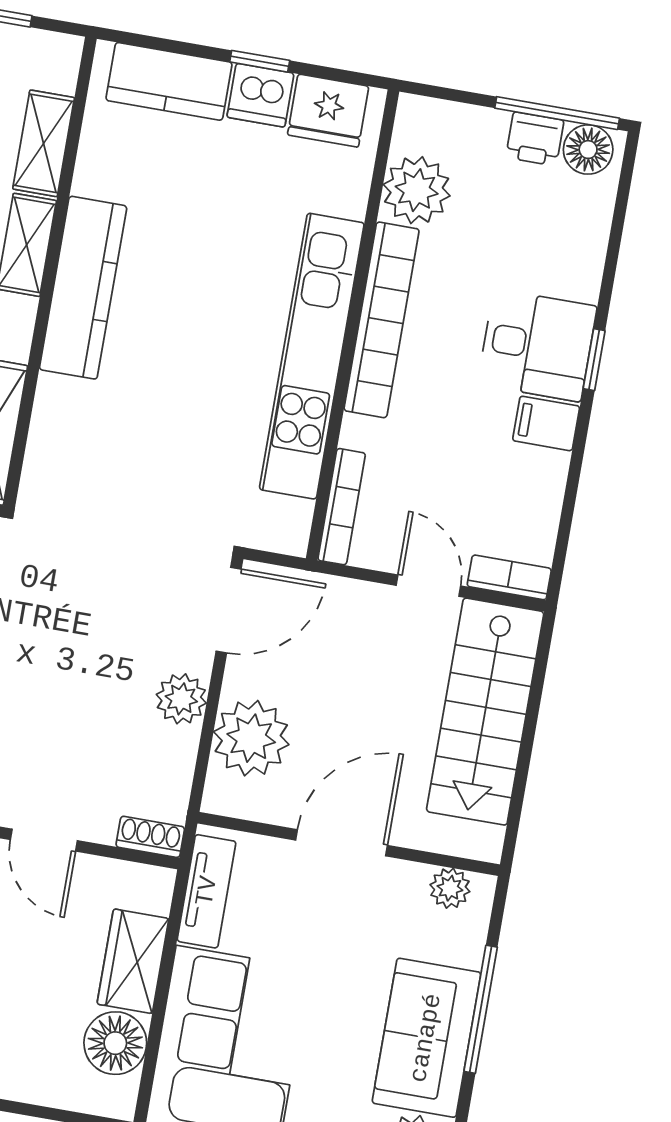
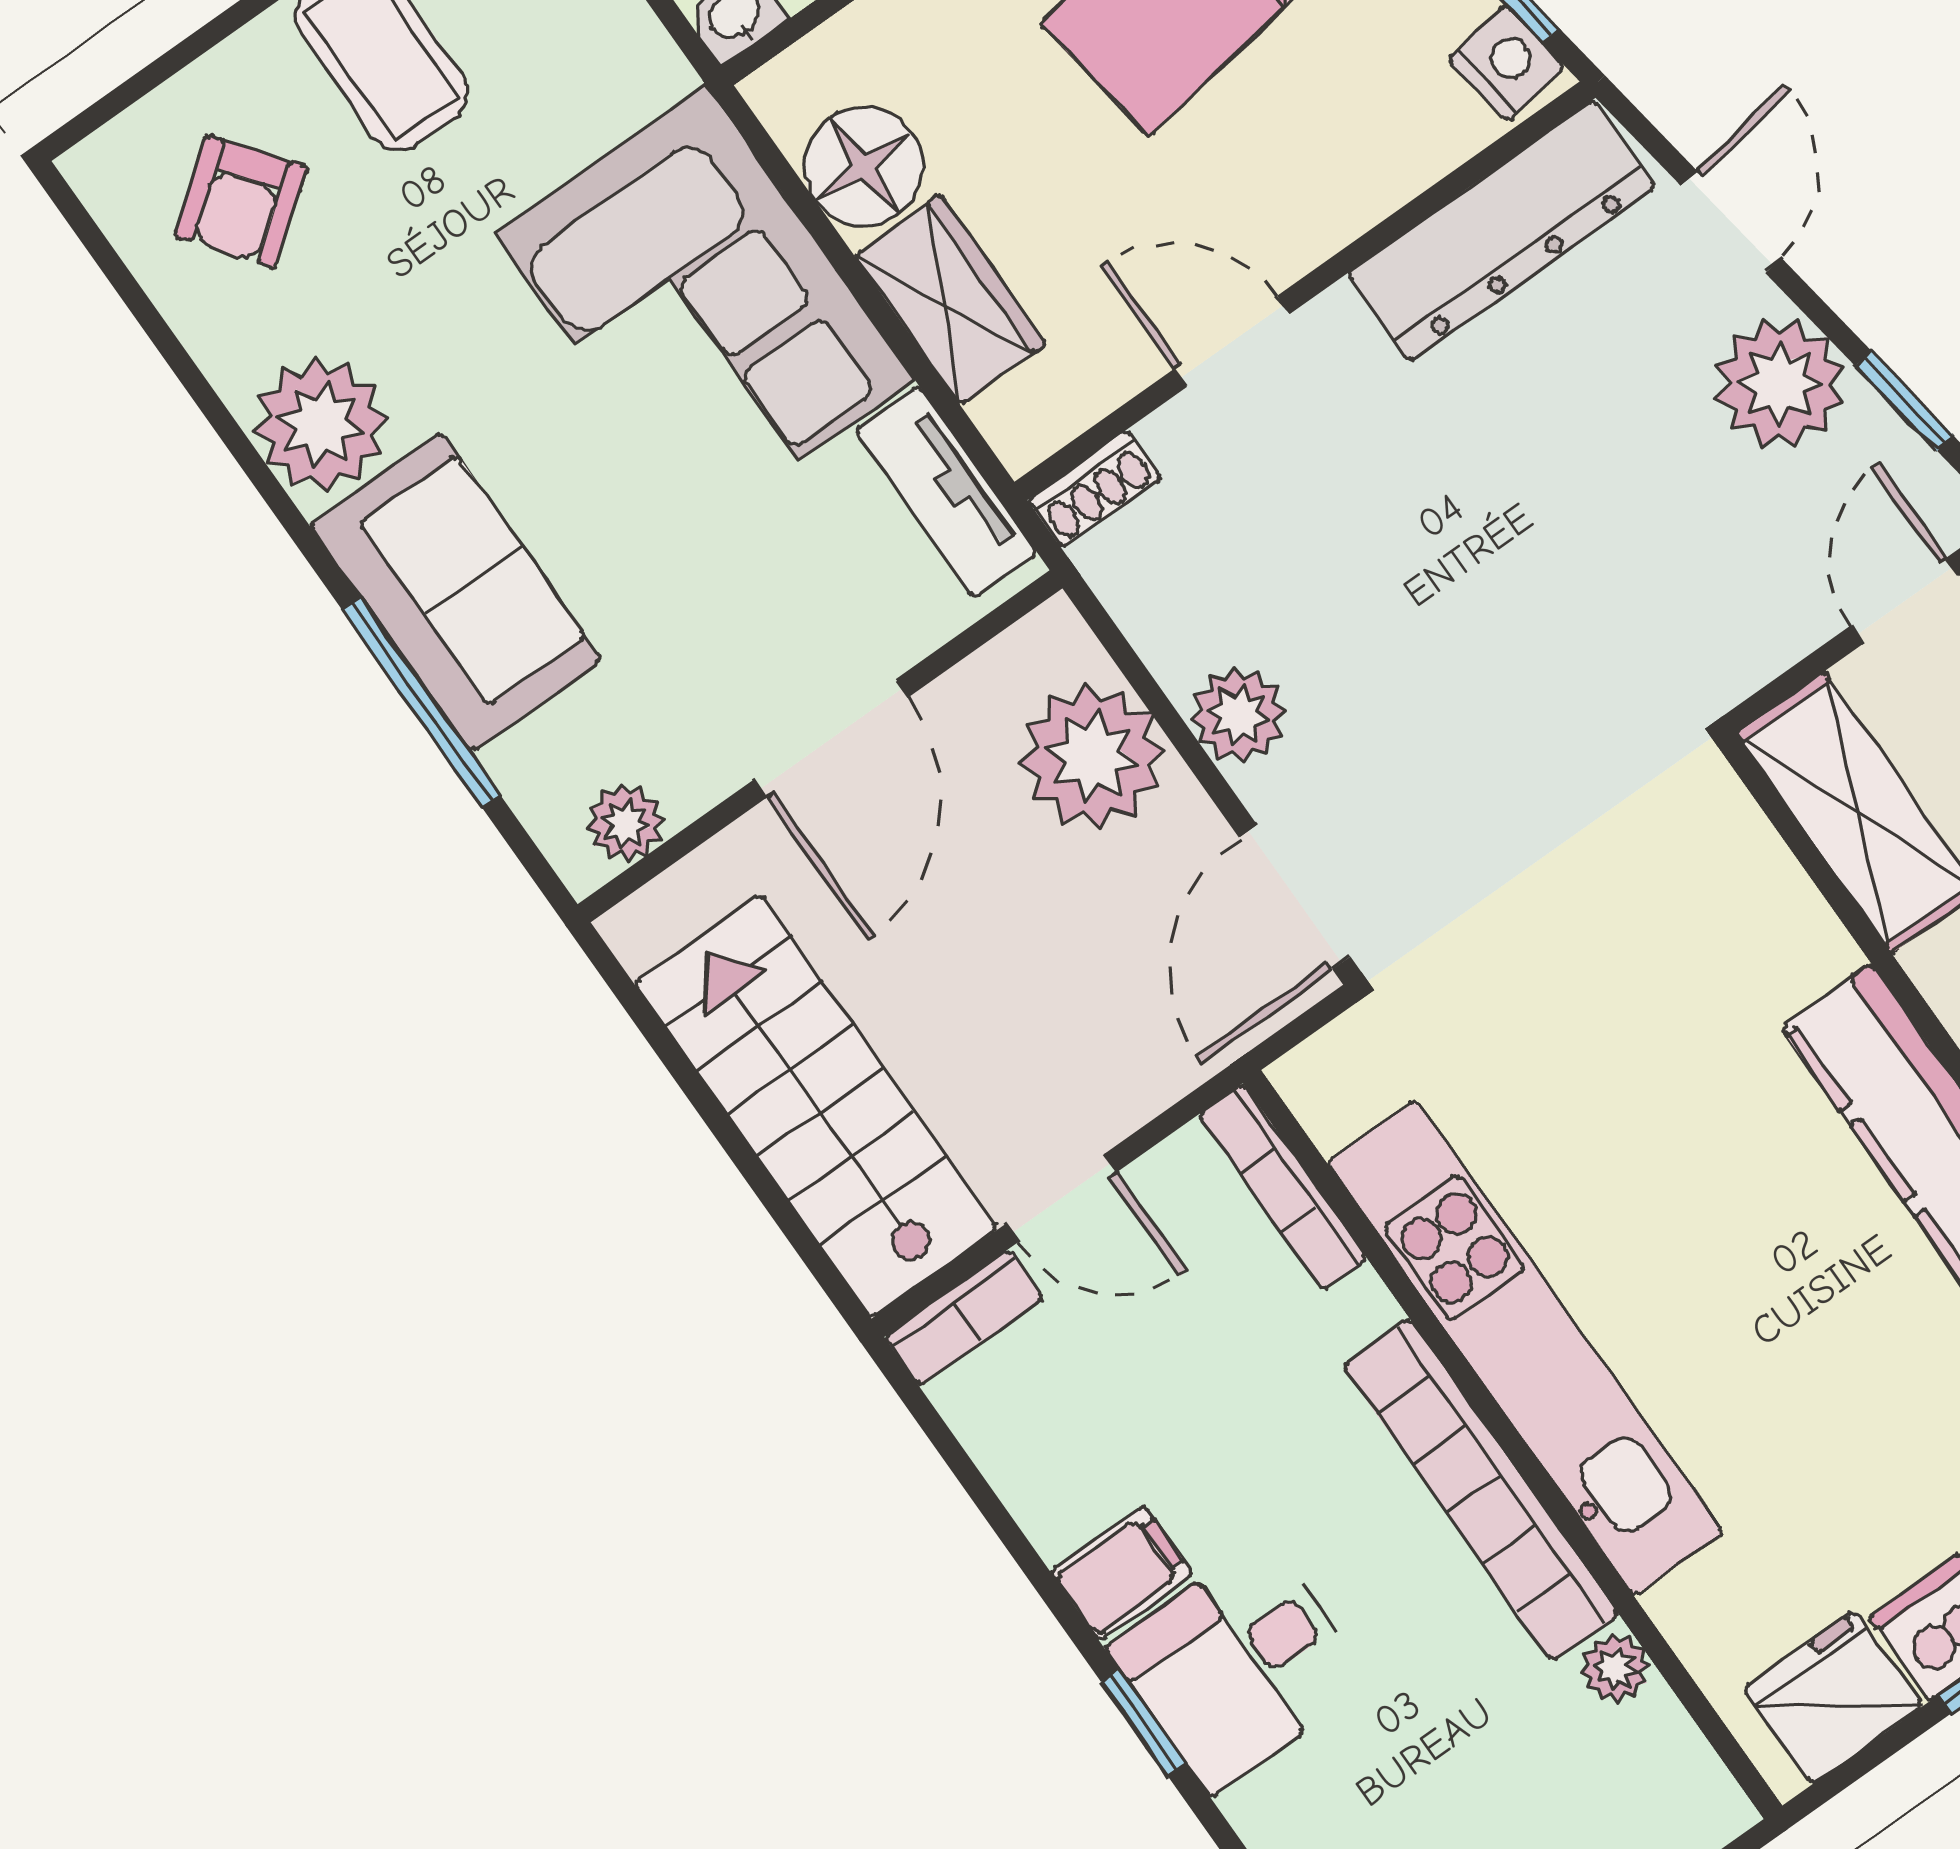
plant: (417, 190) -> (1615, 1668), width x0.53, depth x0.53

